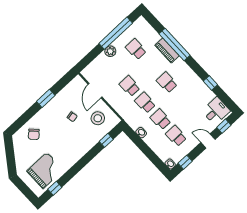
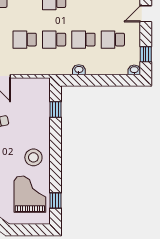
stool: (98, 118) -> (33, 157), moved

